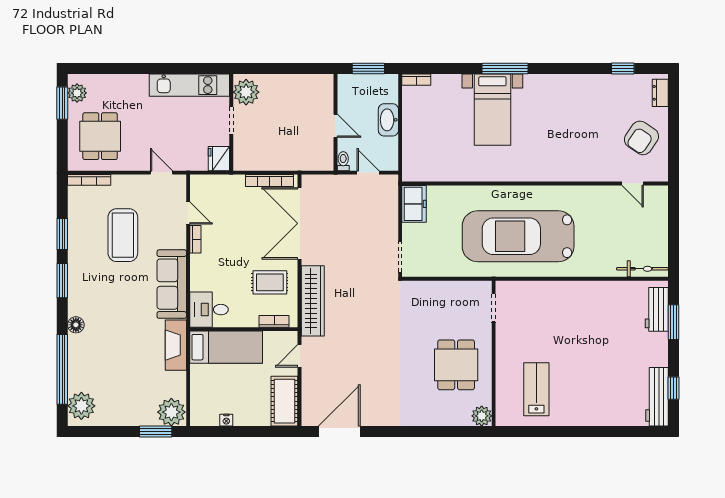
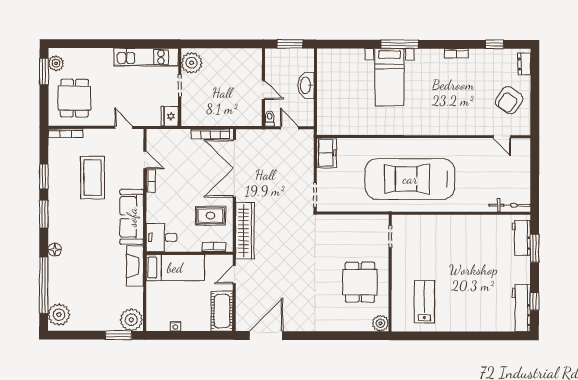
bookcase: (416, 80) -> (456, 53), moved

